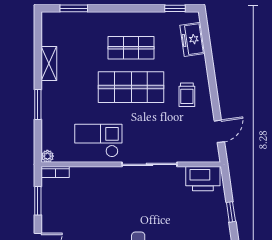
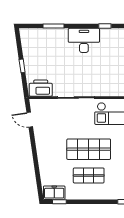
freezer: (192, 39) -> (54, 193), moved, turned -82
trolley: (187, 95) -> (51, 144), removed
door: (219, 131) -> (30, 120), hinge flipped

